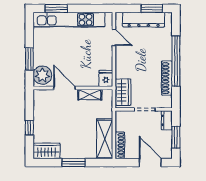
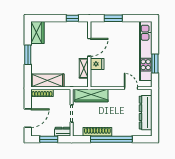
window: (56, 8) -> (155, 63), moved
window: (152, 8) -> (155, 119), removed
door: (114, 37) -> (131, 88), swing flipped
plant: (42, 75) -> (100, 29), removed
fridge: (106, 79) -> (97, 64), moved
wardrobe: (123, 92) -> (91, 96), width x1.50
window: (29, 128) -> (72, 18), moved

